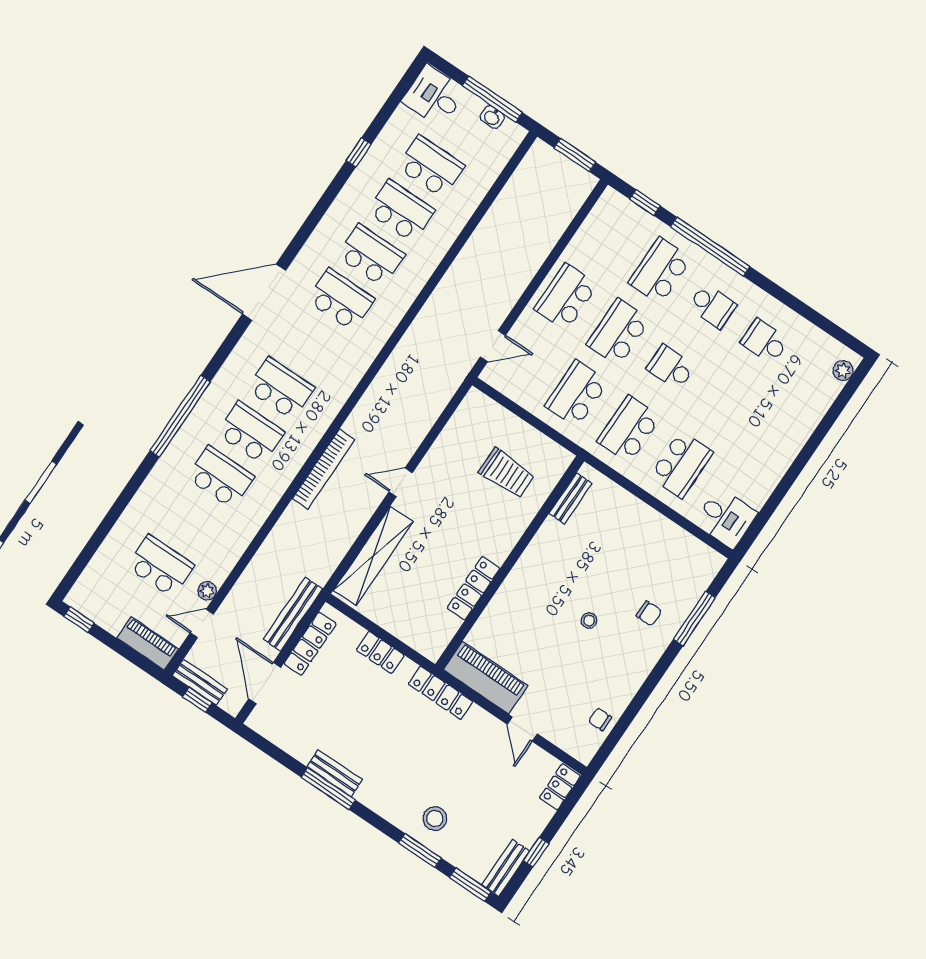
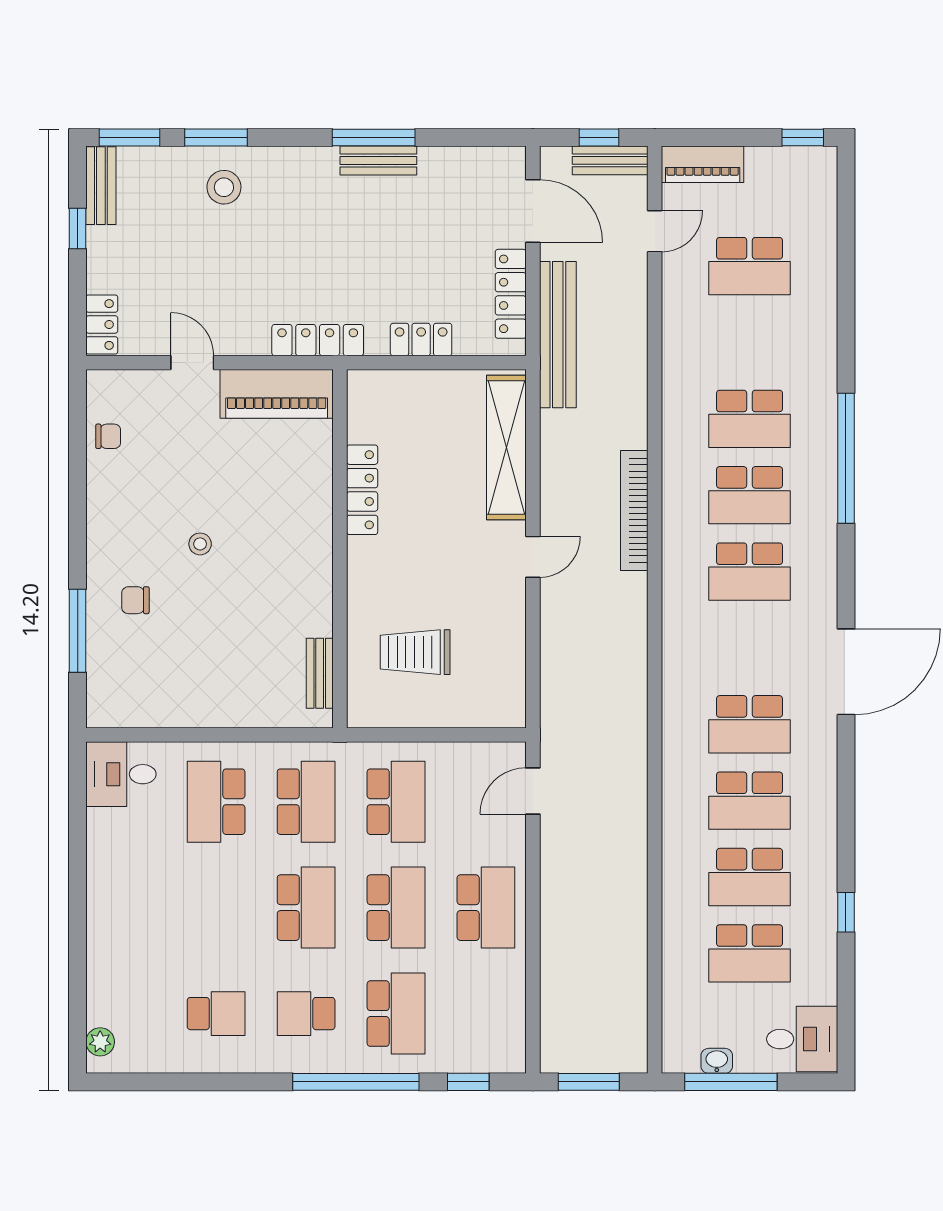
school desk: (671, 368) -> (306, 908), width x1.85
plant: (207, 591) -> (675, 274), removed
bench: (293, 614) -> (558, 335), width x1.37, depth x1.21

